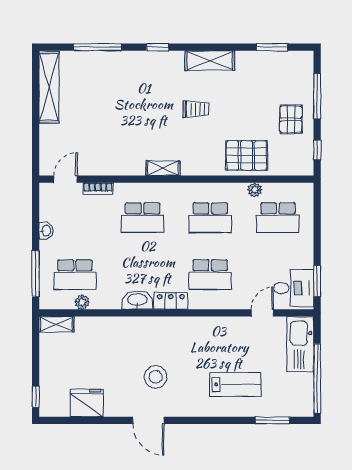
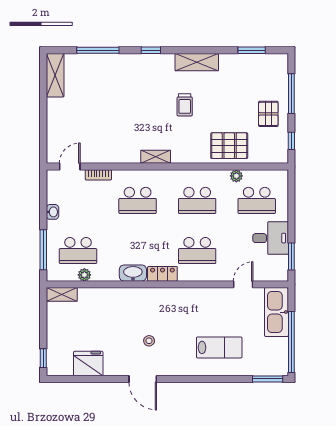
shelving: (49, 87) -> (55, 75), width x0.68
trolley: (196, 109) -> (185, 105), turned 90
desk: (294, 288) -> (271, 238), moved
stool: (156, 377) -> (149, 341), width x0.53, depth x0.53
window: (272, 420) -> (268, 379), moved

